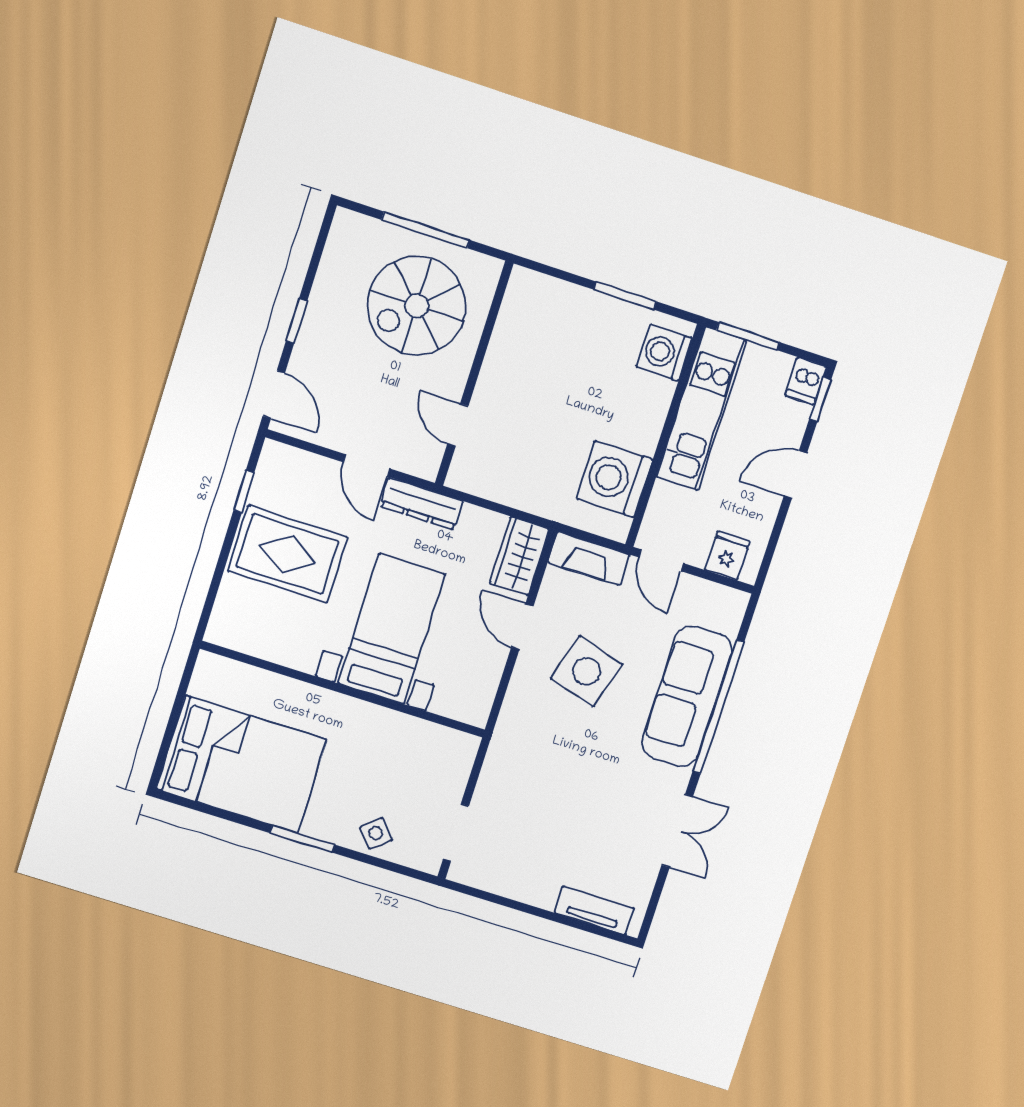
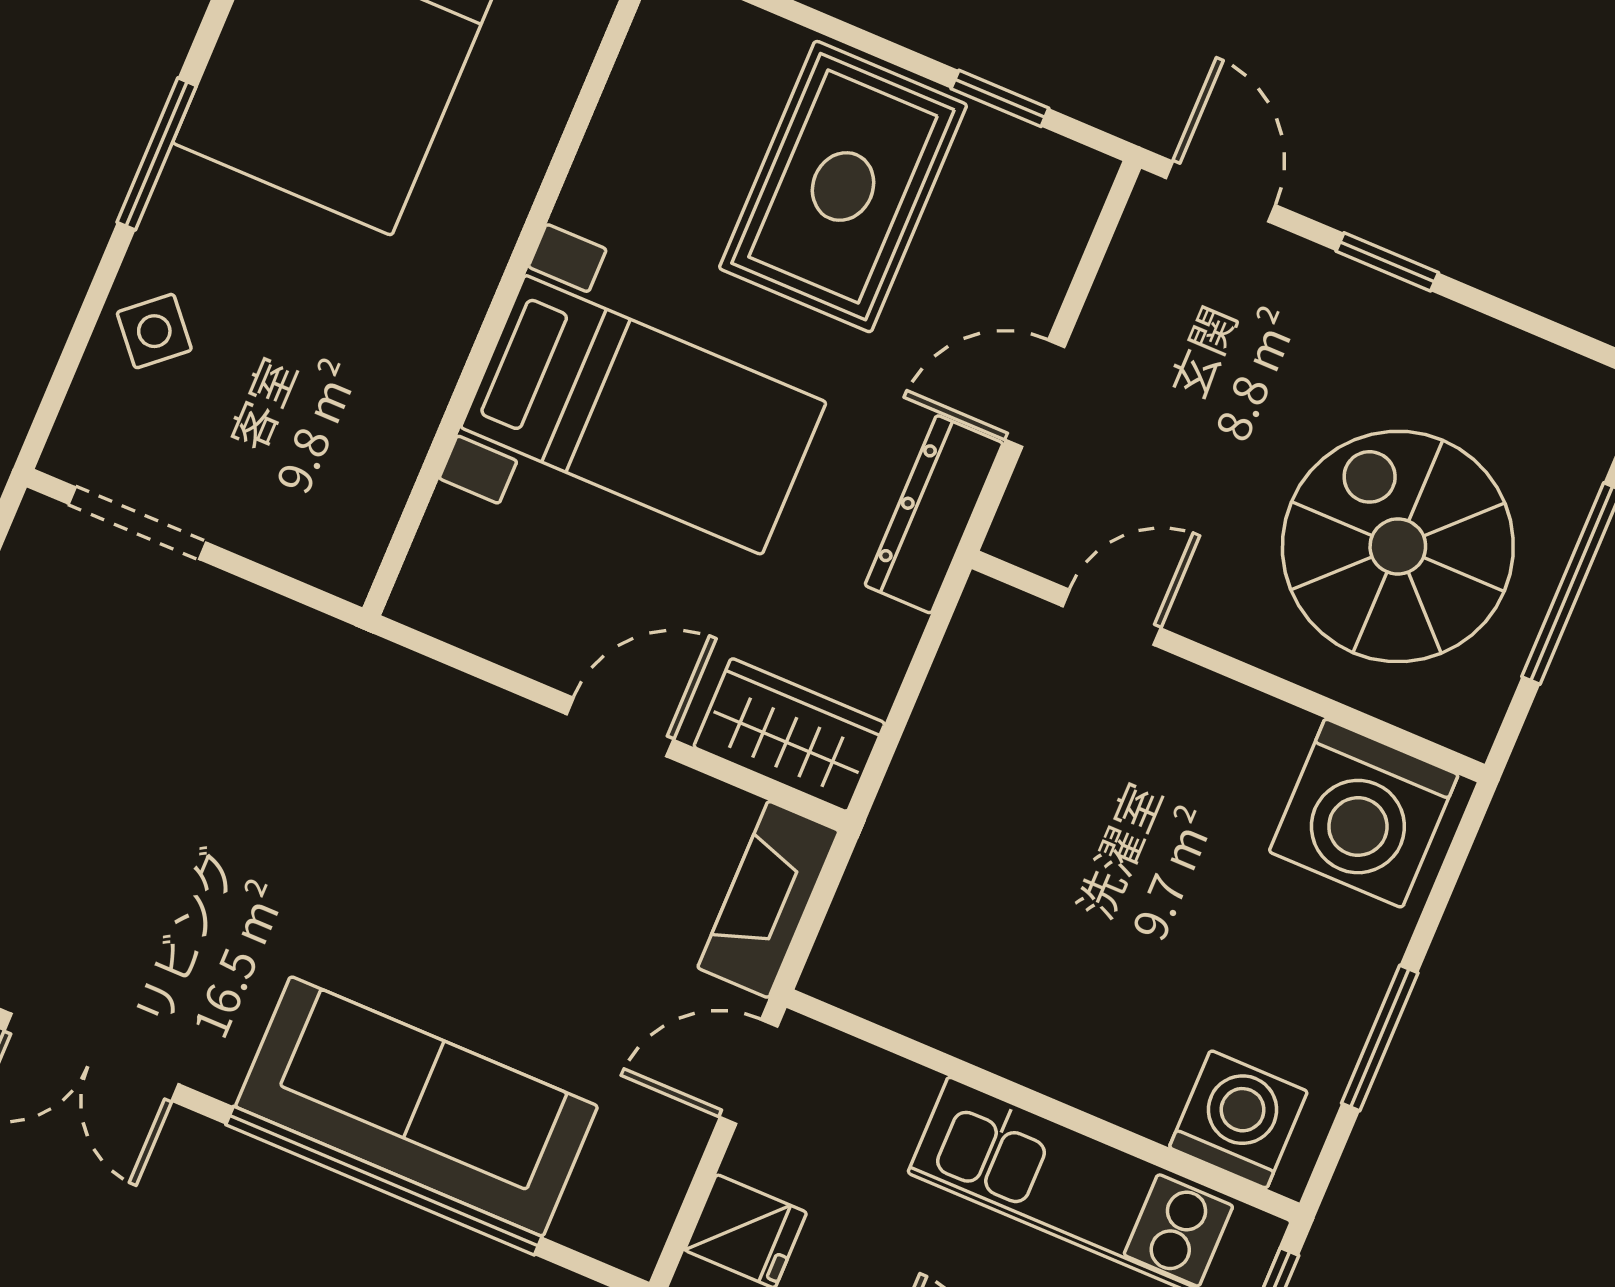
door: (274, 395) -> (1221, 192), swing flipped
washing machine: (615, 479) -> (1364, 813), moved, turned 180
side table: (587, 671) -> (499, 871), removed

